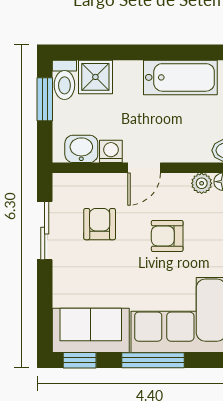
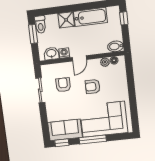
shower: (95, 77) -> (66, 20), moved

